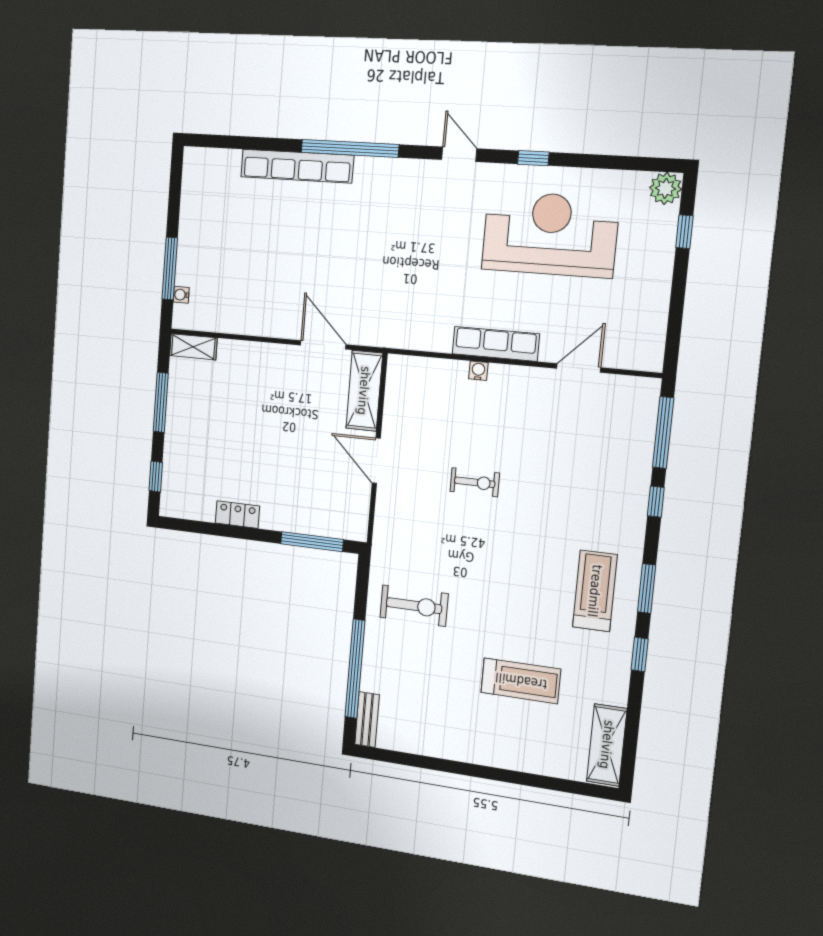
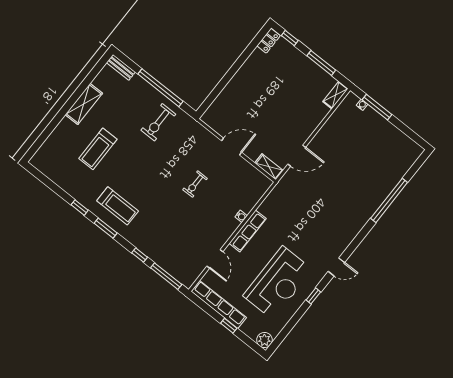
window: (350, 148) -> (389, 200), moved
row of seats: (297, 166) -> (219, 304), moved, turned 90
window: (684, 232) -> (229, 326), moved
shelving: (364, 391) -> (269, 167), width x0.67, depth x0.75
locker: (237, 515) -> (268, 41), moved
window: (312, 542) -> (215, 94), removed
window: (355, 669) -> (160, 88), moved
shelving: (607, 745) -> (84, 104), moved, turned 90

